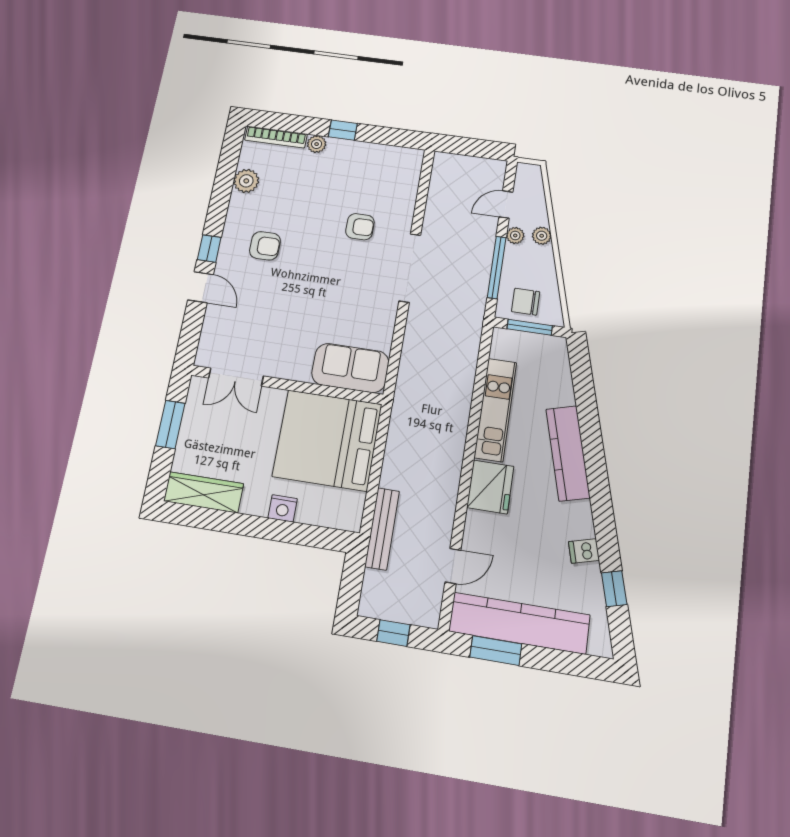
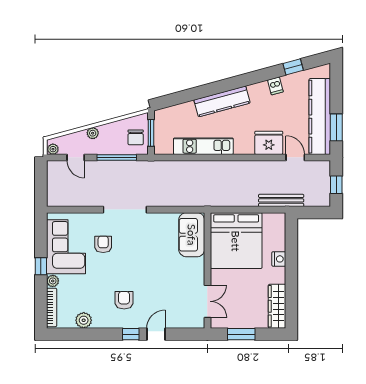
corner sofa: (366, 171) -> (66, 247), added
plant: (515, 236) -> (53, 149), moved
fridge: (490, 487) -> (269, 143), moved

